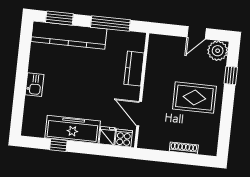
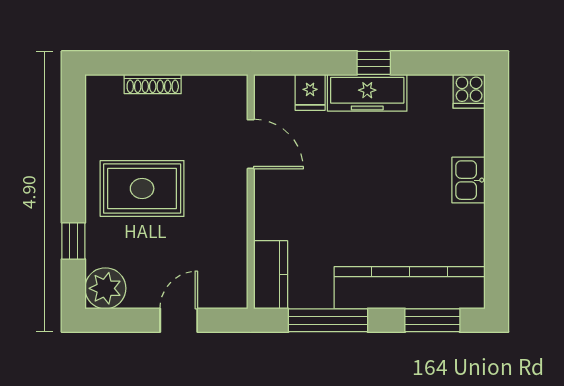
door: (197, 33) -> (179, 320), moved
kitchen counter: (134, 69) -> (271, 275), moved
freezer: (73, 129) -> (367, 93), width x0.73, depth x0.79
cooker: (124, 138) -> (469, 91), moved
window: (58, 145) -> (374, 63), moved

